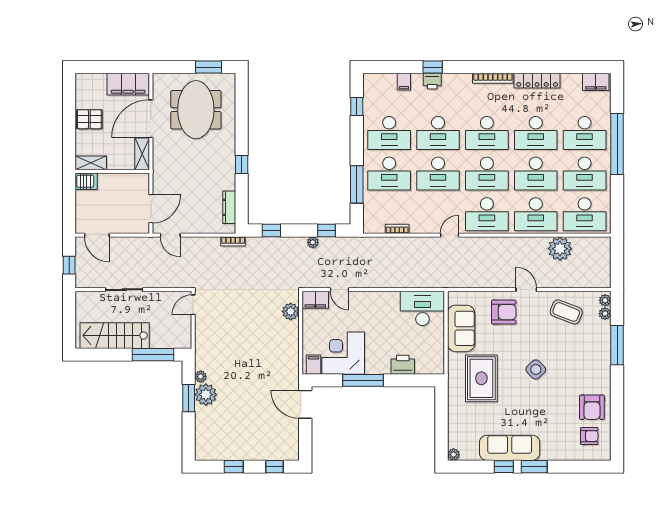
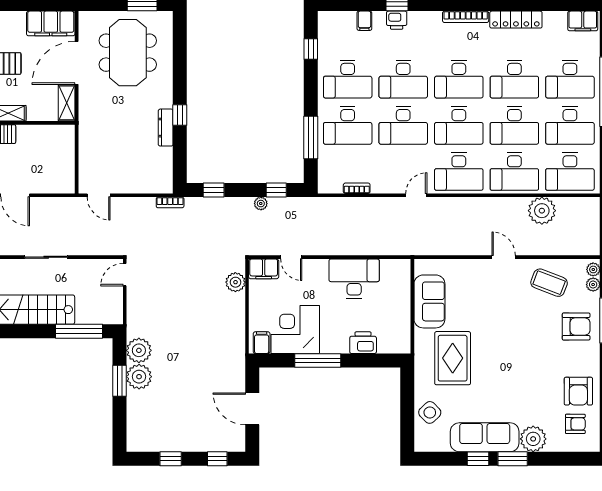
dresser: (229, 207) -> (166, 128), moved
door: (151, 209) -> (77, 165), removed
desk: (422, 308) -> (354, 279), moved
armchair: (504, 312) -> (576, 326), moved
side table: (536, 369) -> (430, 412), moved
plant: (201, 376) -> (139, 350), width x1.87, depth x1.87
door: (305, 404) -> (252, 409), moved
plant: (454, 455) -> (533, 439), moved, width x1.87, depth x1.87

